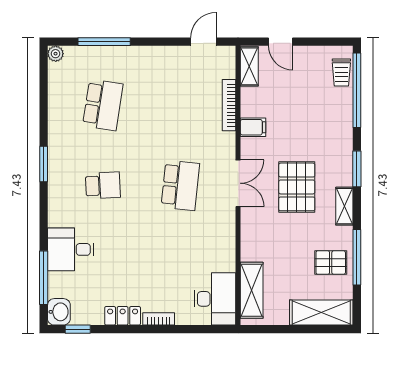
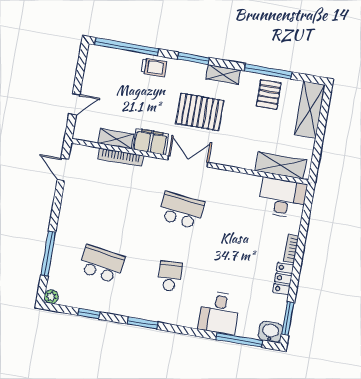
shelving: (249, 66) -> (116, 139), moved
trolley: (341, 73) -> (154, 67), moved
window: (44, 100) -> (89, 314), added
filing cabinet: (253, 127) -> (151, 142), width x2.00
window: (78, 329) -> (288, 318), width x1.50

